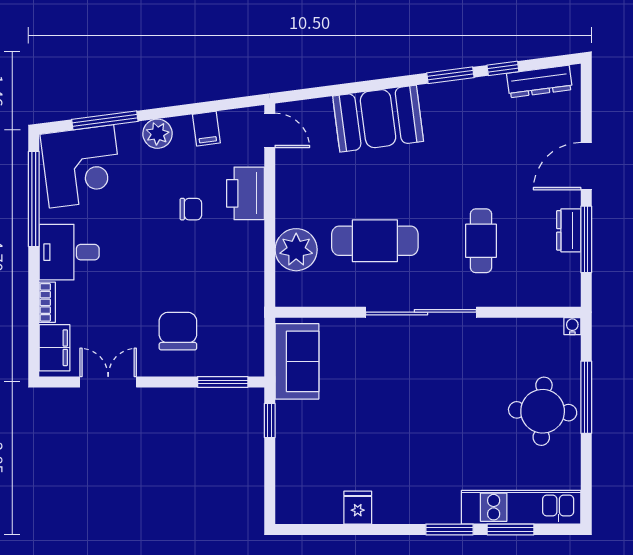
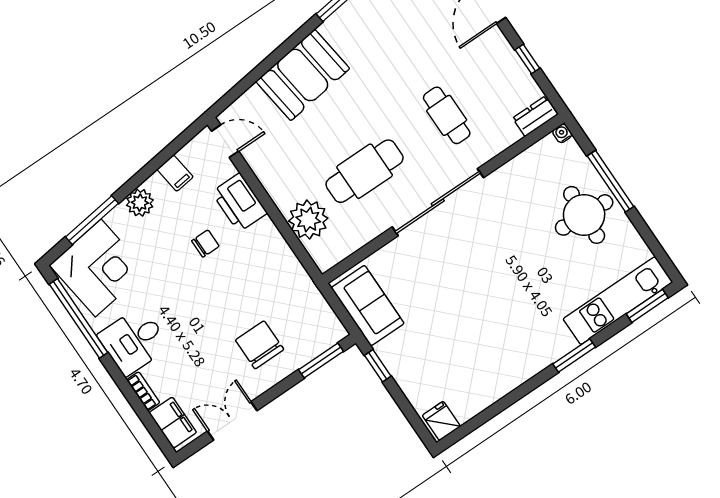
dresser: (569, 230) -> (535, 116), moved, turned 90
window: (586, 239) -> (527, 59), width x0.46
fridge: (358, 508) -> (441, 421), moved
window: (510, 529) -> (647, 306), moved

